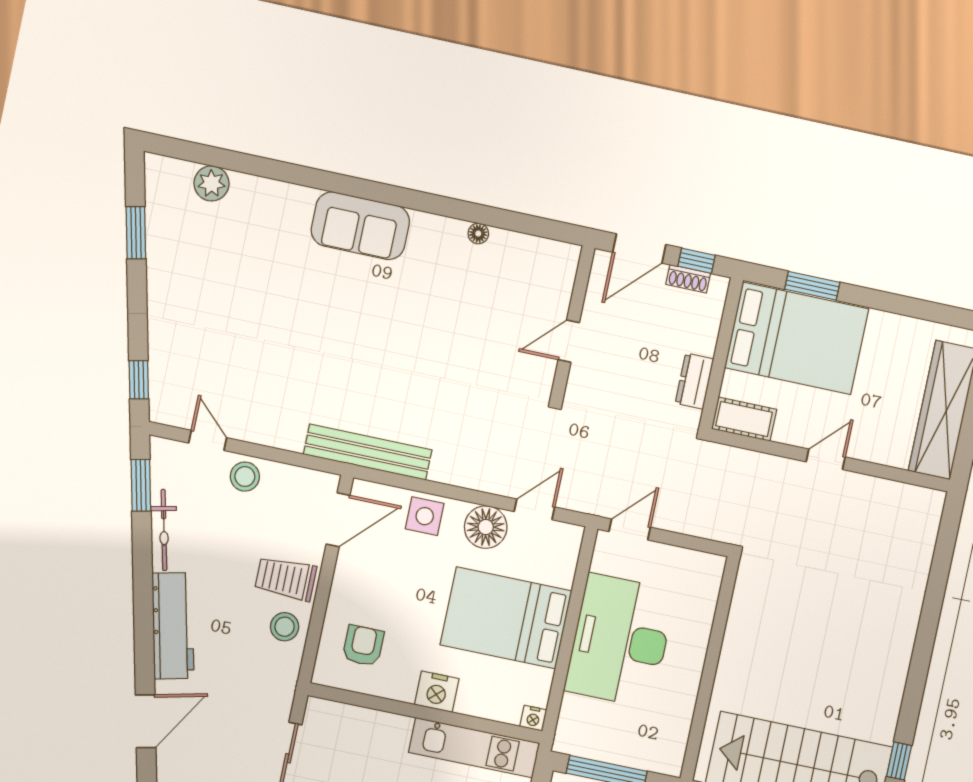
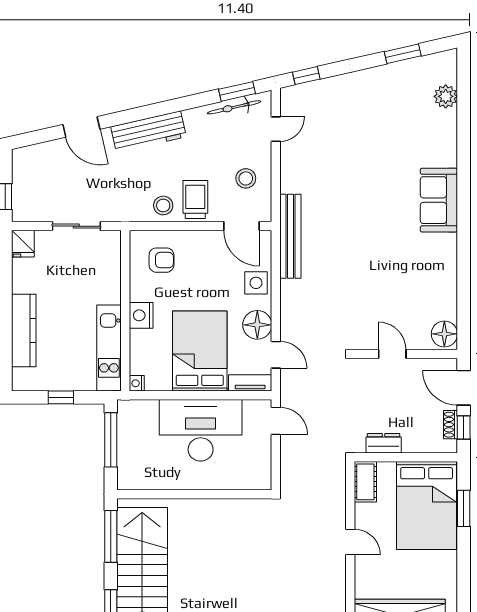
floor lamp: (478, 234) -> (444, 334), moved, width x1.89, depth x1.89
stool: (245, 477) -> (246, 178), moved
bicycle: (164, 530) -> (234, 107), moved
tv unit: (567, 555) -> (250, 383), added

